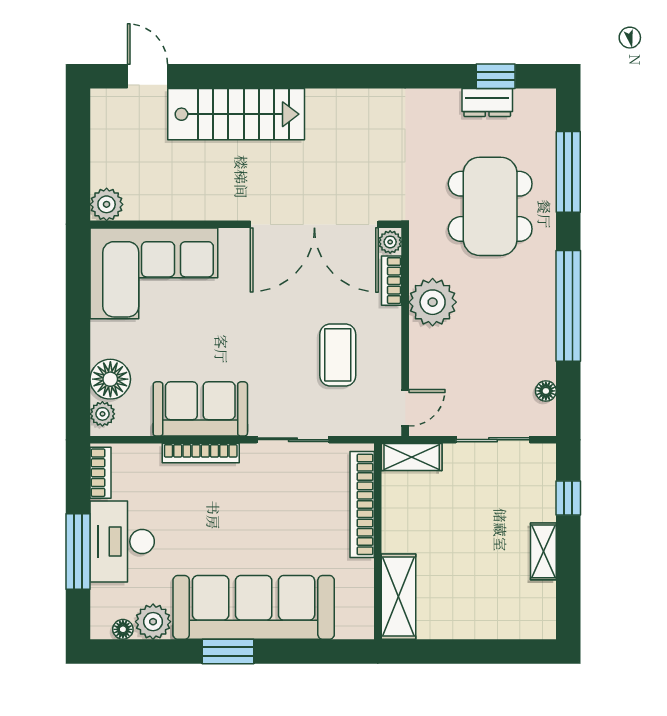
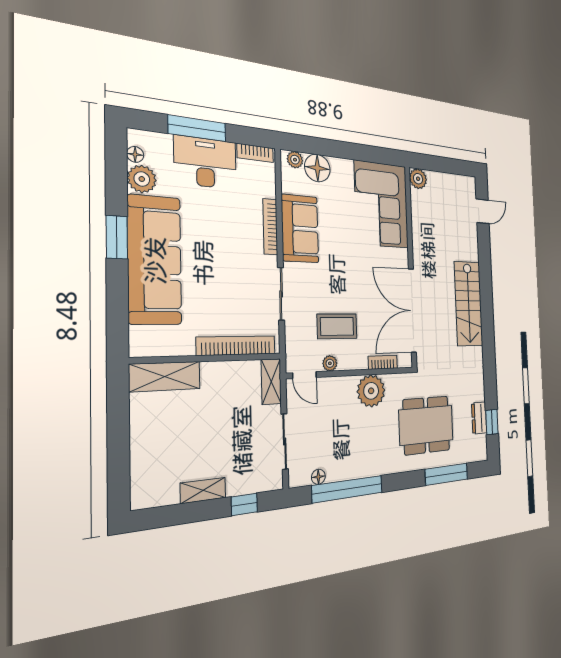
stairs: (236, 114) -> (469, 304), moved
plant: (390, 242) -> (330, 363), moved
window: (568, 306) -> (348, 489), moved

